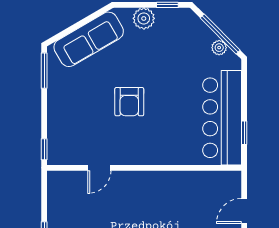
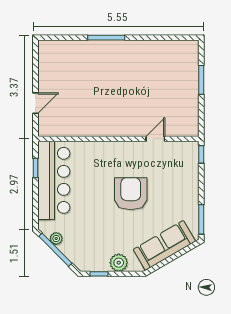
armchair: (129, 102) -> (131, 194), width x1.36, depth x1.36

